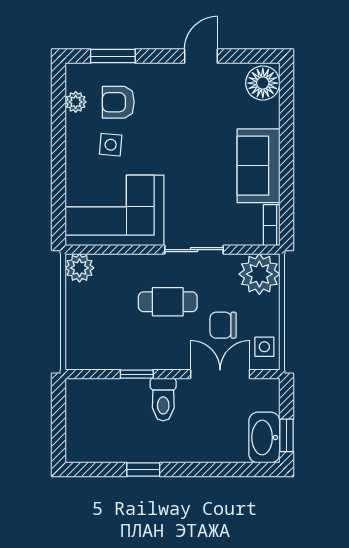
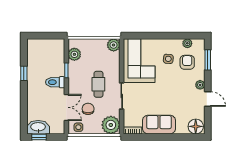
plant: (169, 73) -> (200, 85), added
plant: (100, 356) -> (74, 54), added

